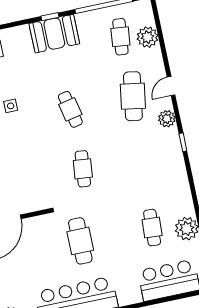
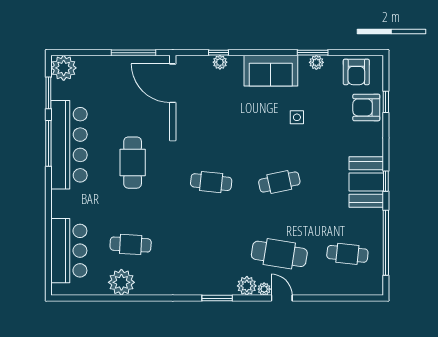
plant: (147, 37) -> (264, 289), moved, width x0.53, depth x0.53
window: (183, 142) -> (217, 298), width x1.50
cafe table: (80, 241) -> (133, 163), turned 90

